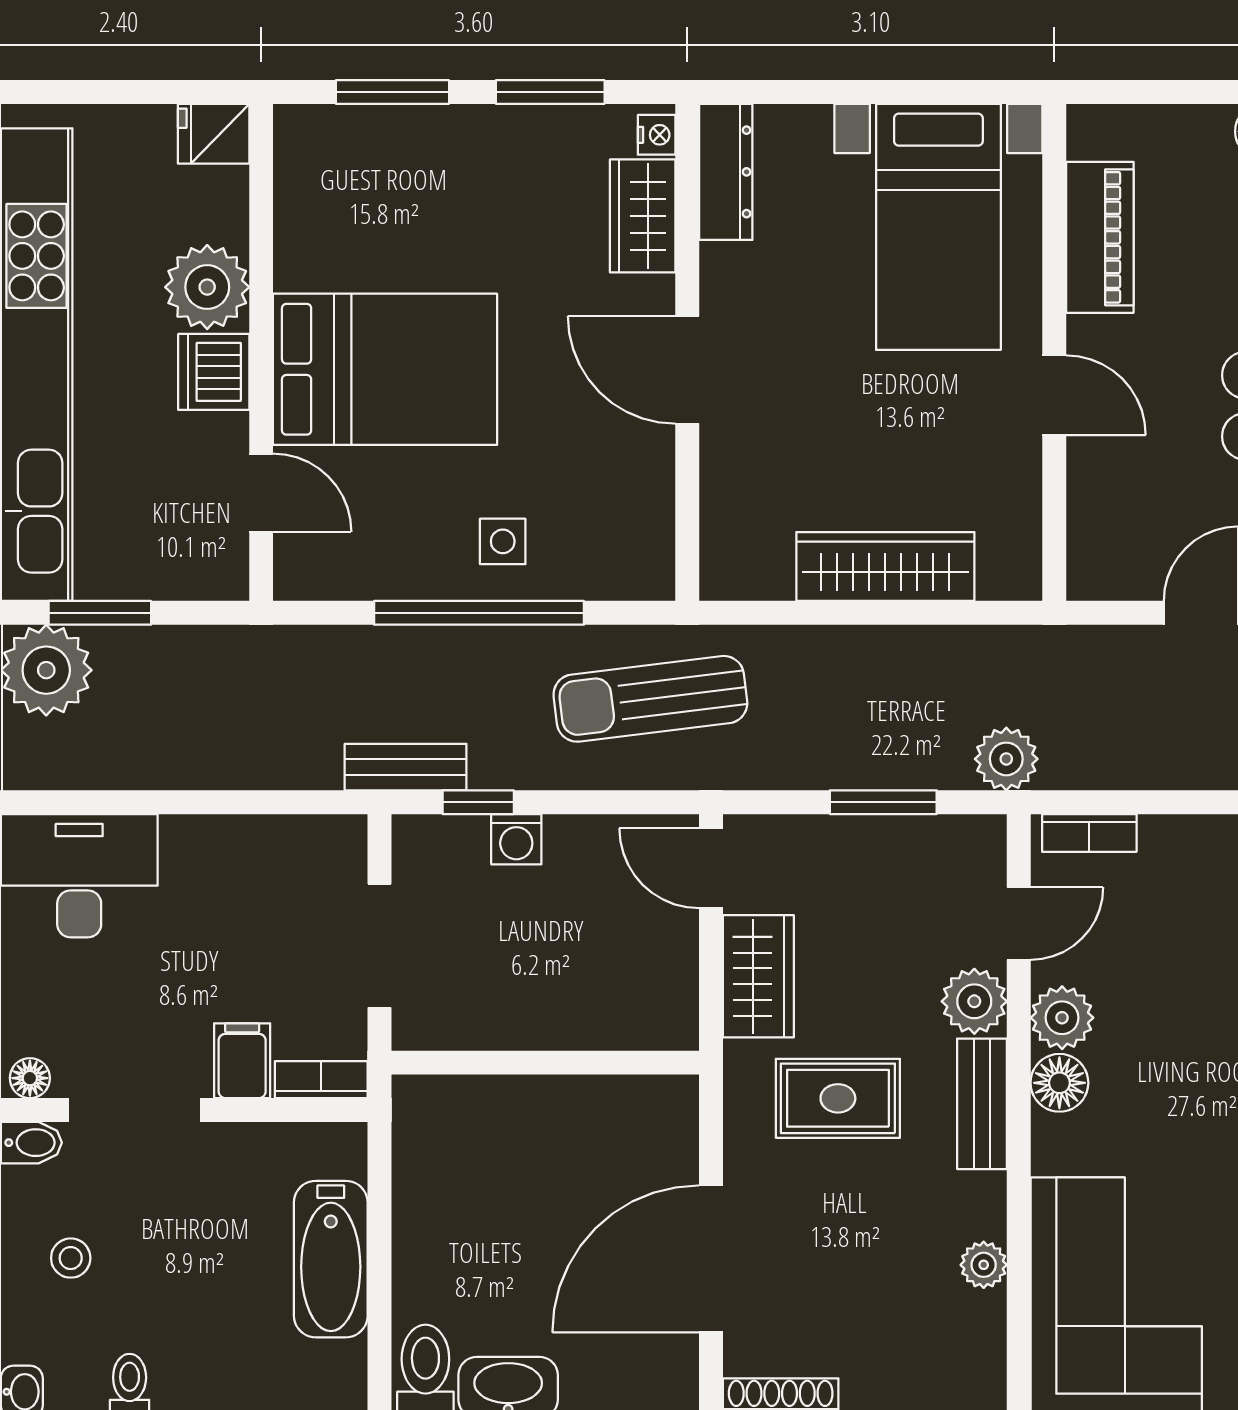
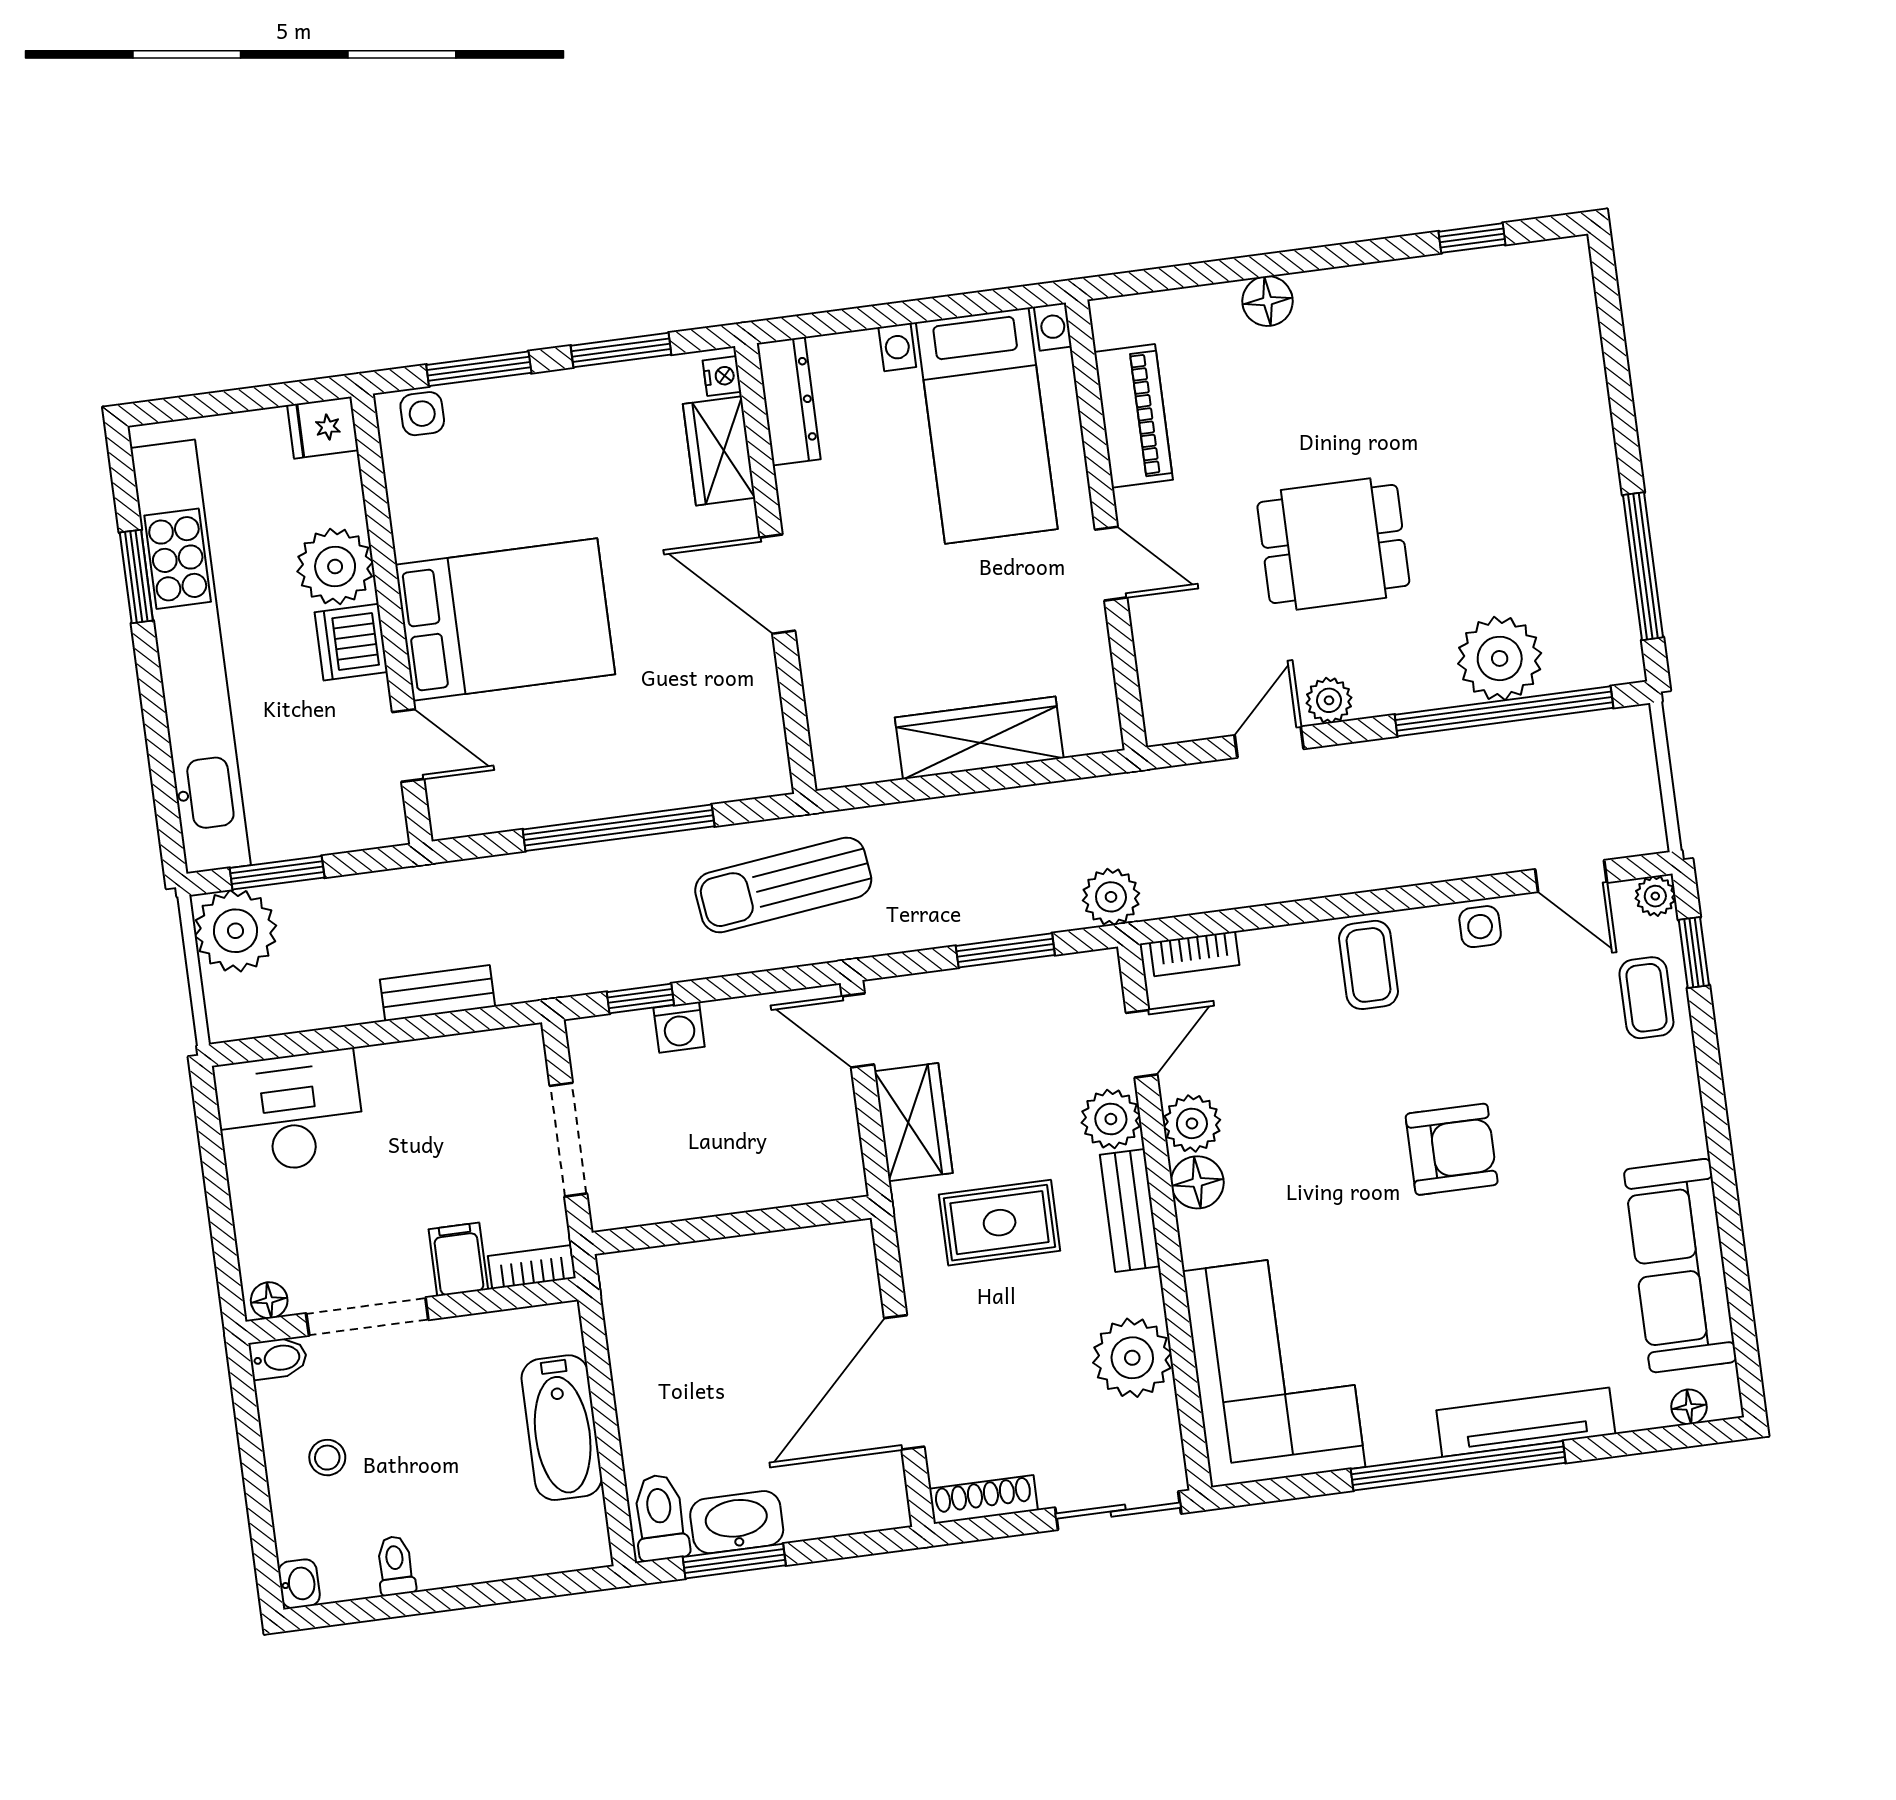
side table: (503, 541) -> (422, 414), moved
bench: (406, 767) -> (438, 993), moved
plant: (984, 1265) -> (1132, 1358), width x1.88, depth x1.88

